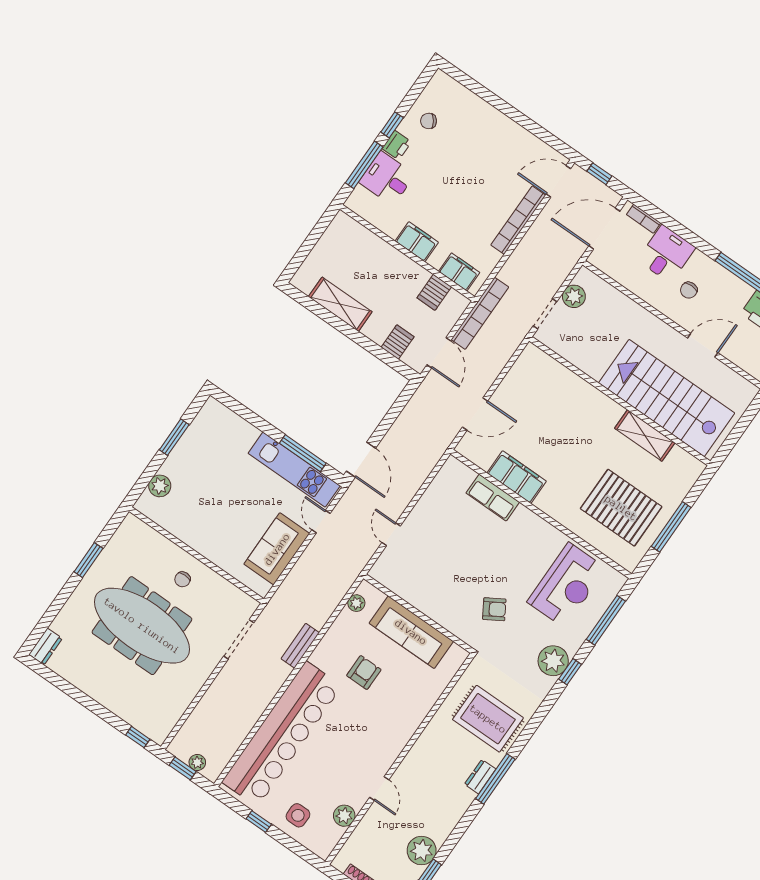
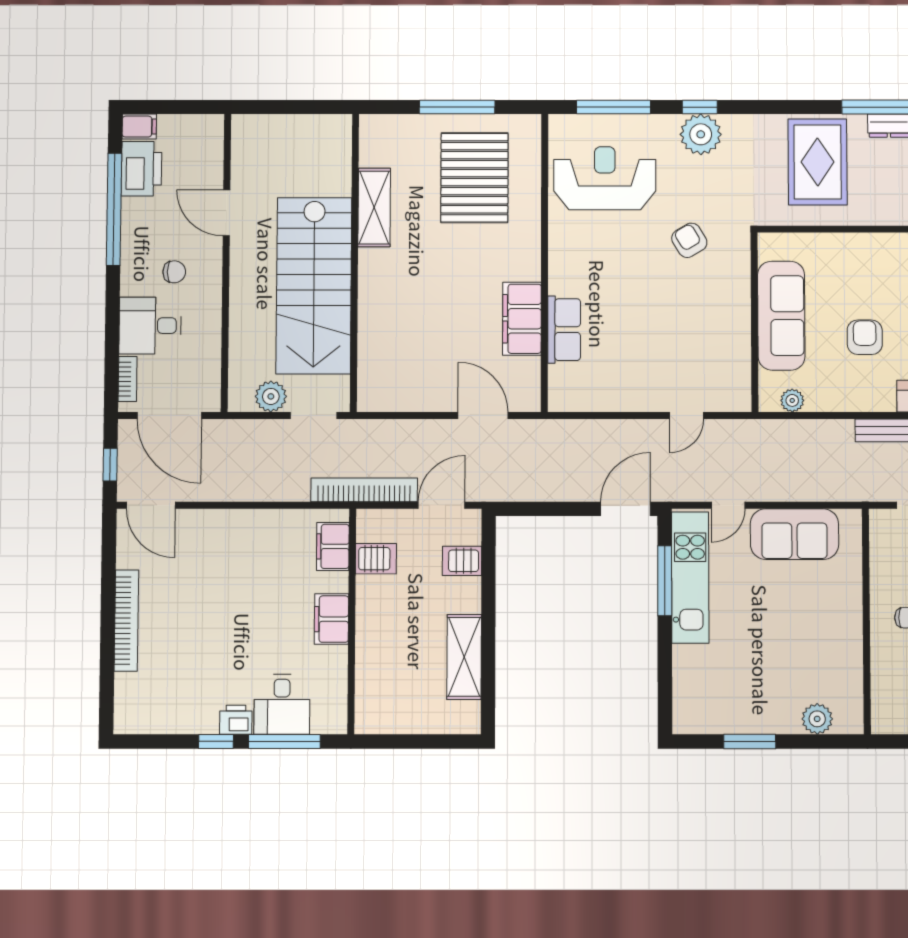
chair: (429, 121) -> (183, 702), removed
bookcase: (518, 220) -> (126, 621), moved, turned -90
stairs: (667, 398) -> (314, 286), moved
armchair: (364, 673) -> (865, 337), turned 90

